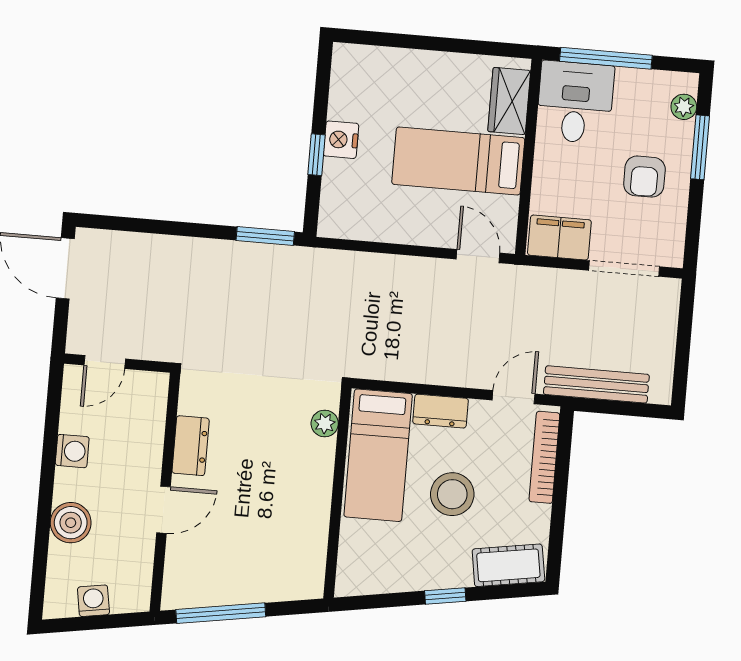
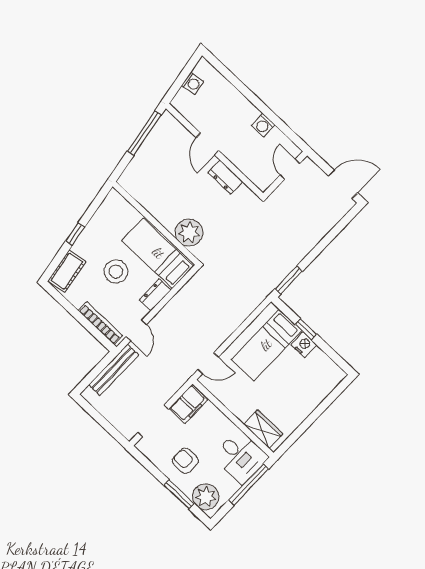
plant: (684, 107) -> (206, 497), width x1.87, depth x1.87
bed: (458, 161) -> (266, 345), moved, turned 180
plant: (325, 423) -> (189, 232), width x1.87, depth x1.87
boiler: (71, 523) -> (233, 100), removed

